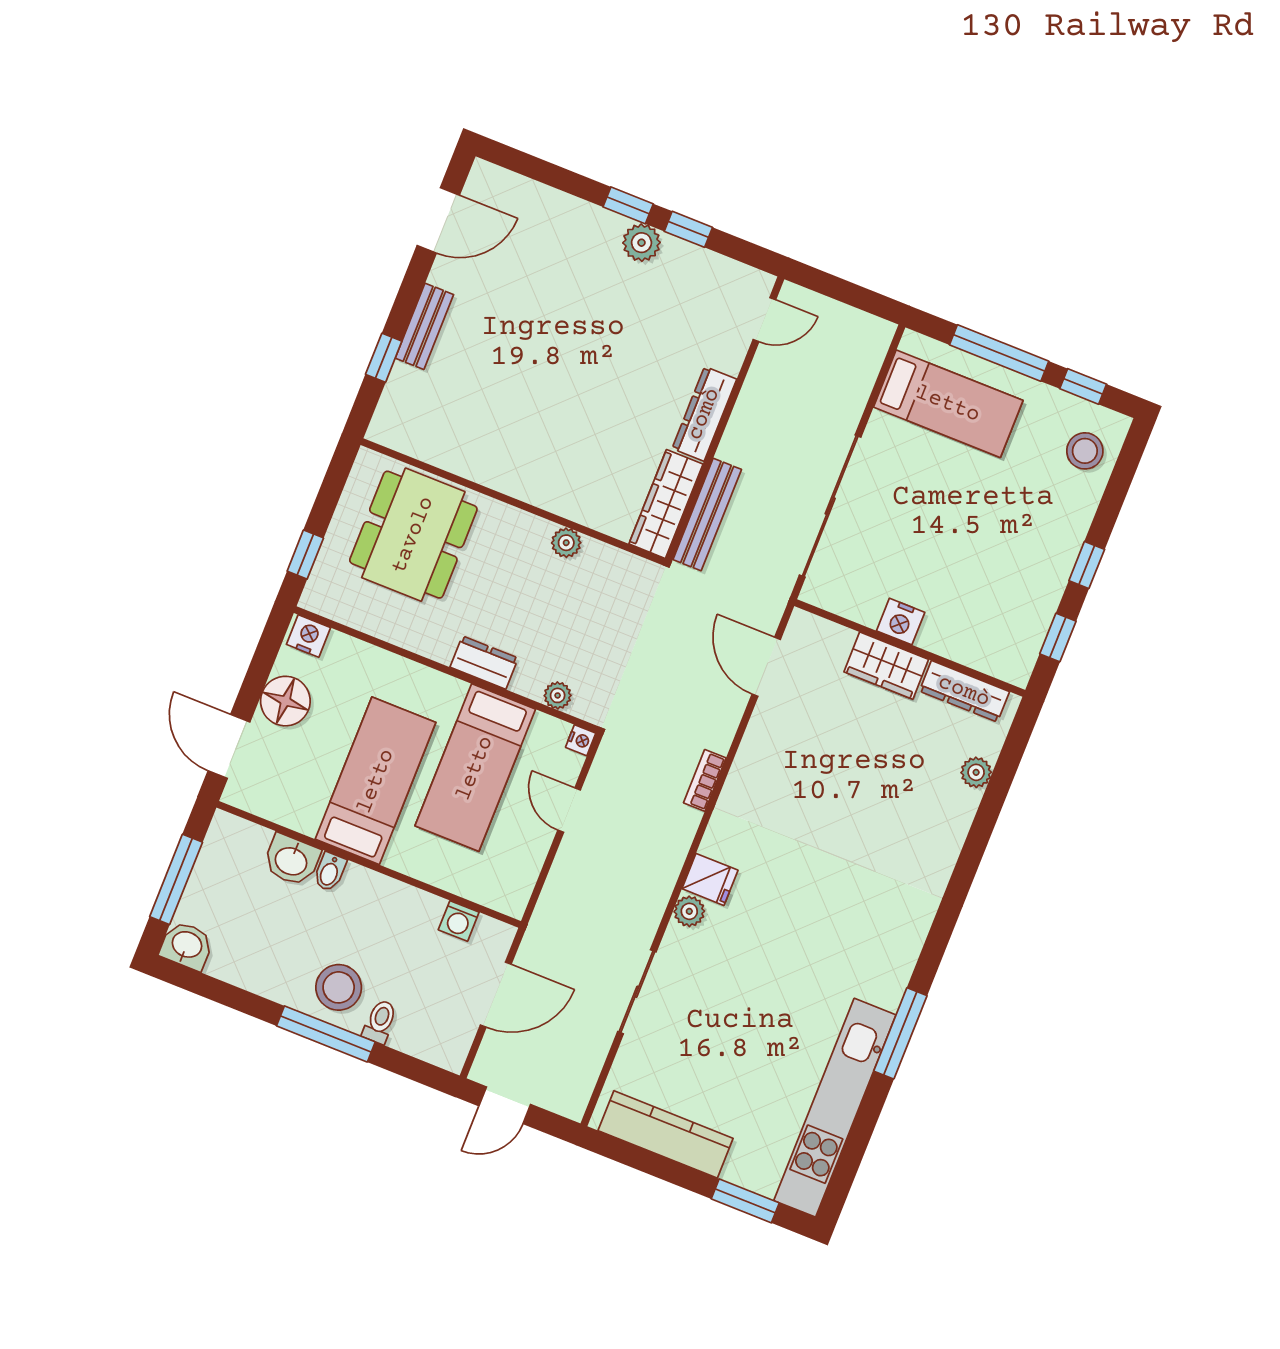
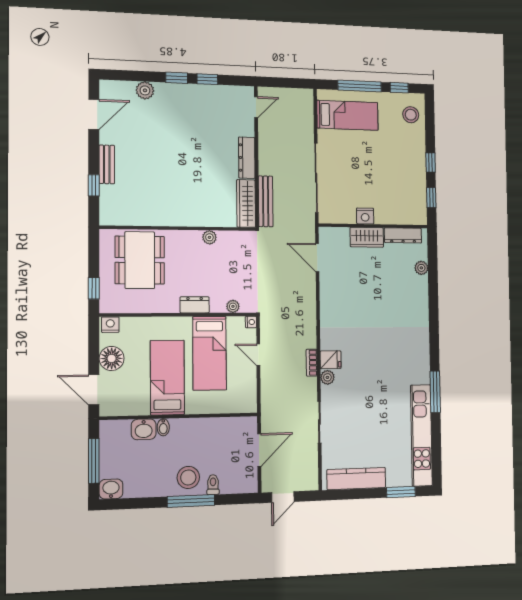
plant: (641, 243) -> (145, 90), moved
bookcase: (705, 780) -> (312, 363), moved
washing machine: (459, 921) -> (230, 424), removed

